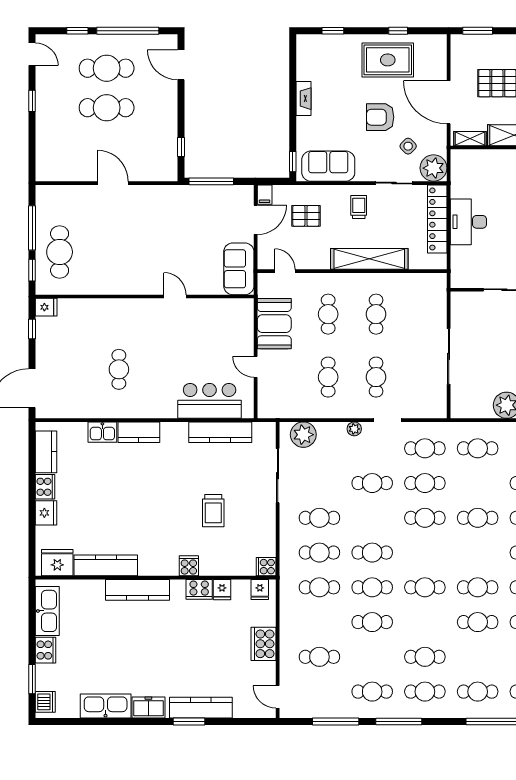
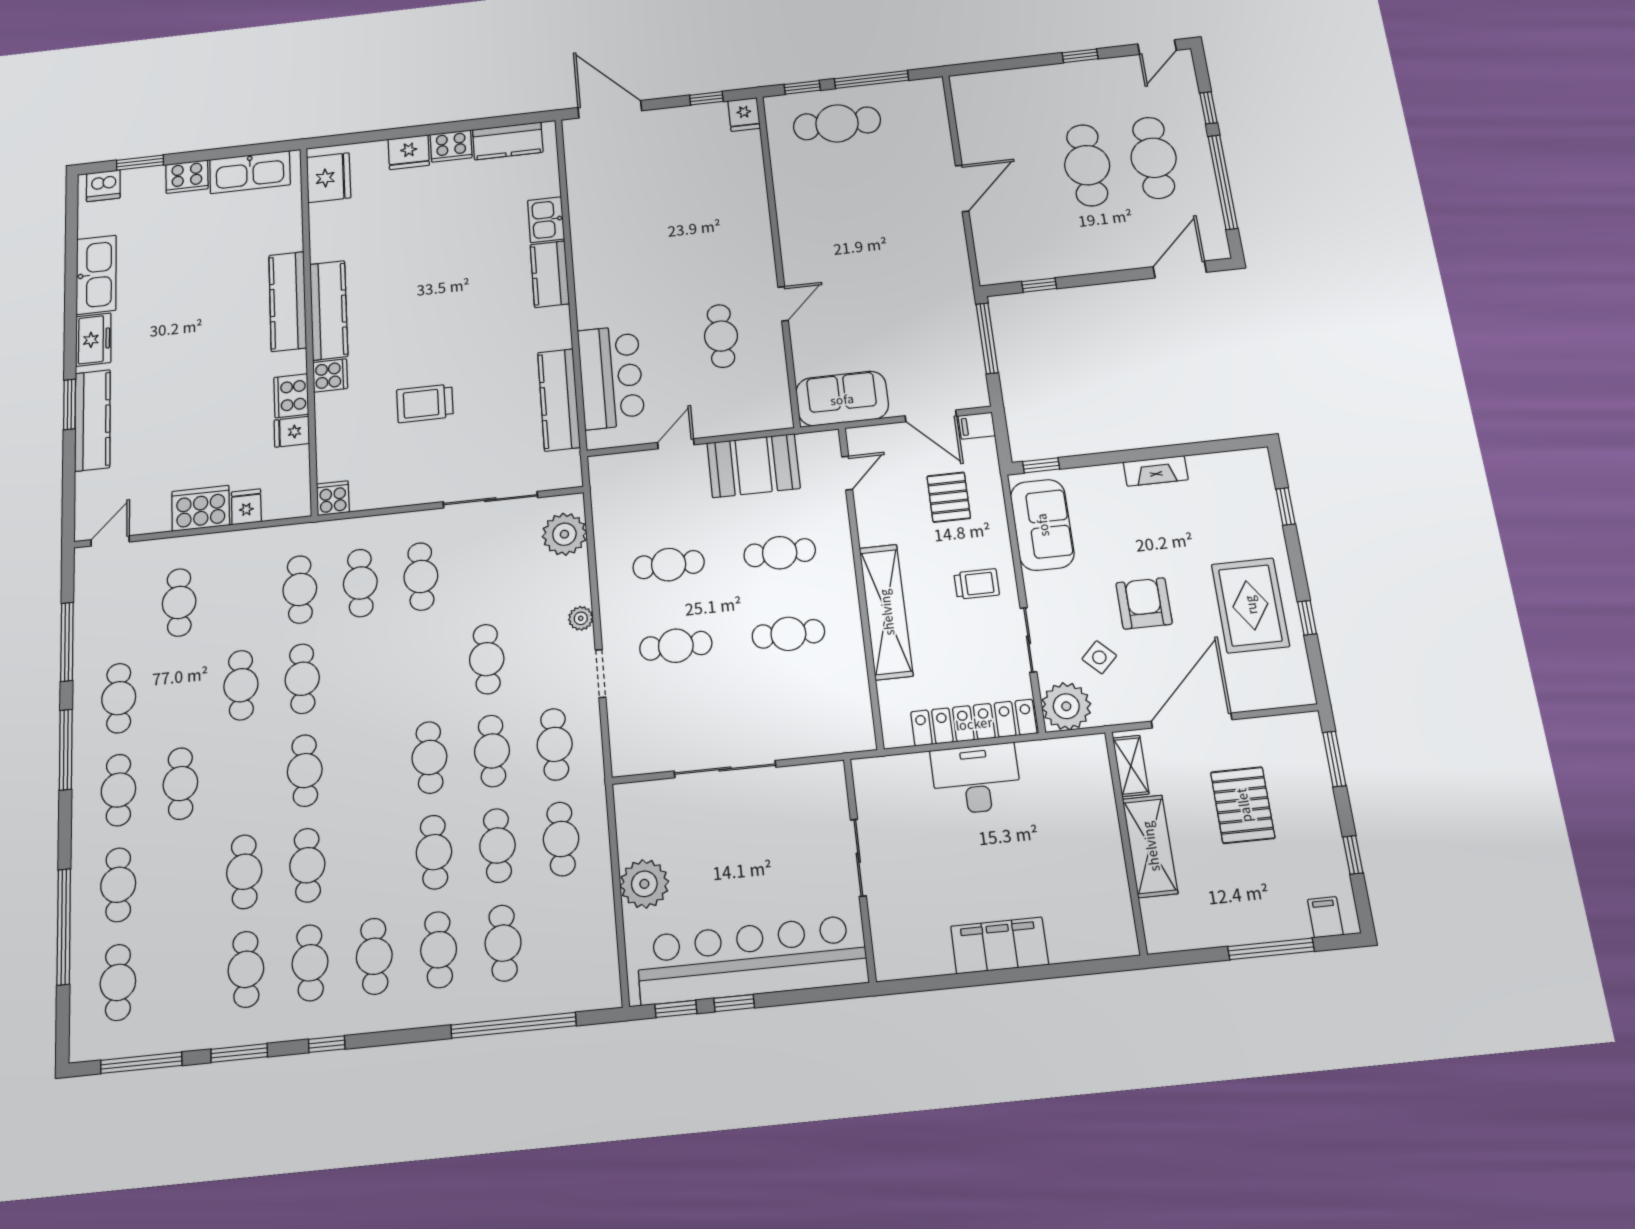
cafe table: (119, 369) -> (721, 336), moved, turned 90
cafe table: (372, 553) -> (497, 846), moved
kitchen counter: (106, 565) -> (329, 310), moved
fridge: (260, 589) -> (246, 507), moved, turned 90

